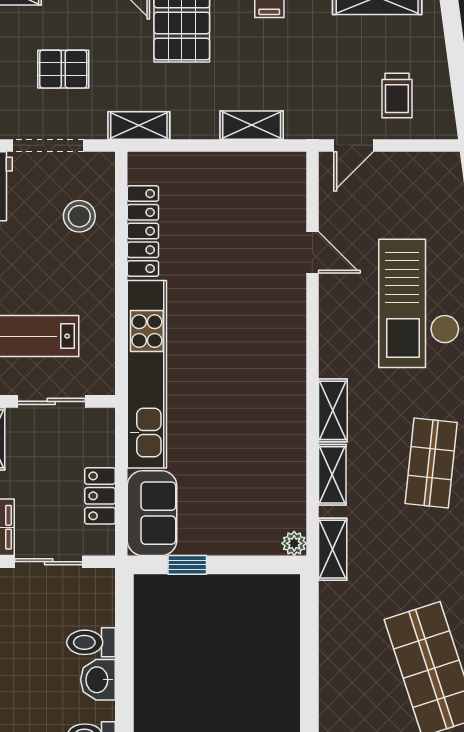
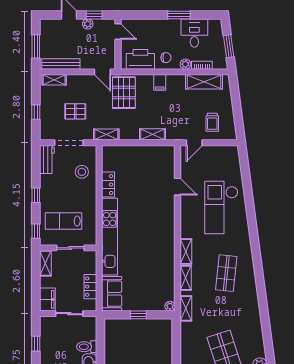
locker: (143, 231) -> (108, 185), width x0.66
window: (187, 565) -> (138, 315), moved

